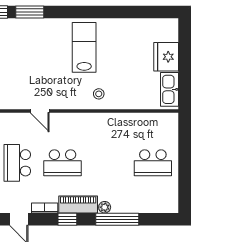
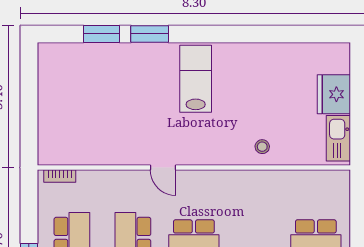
lab bench: (84, 47) -> (196, 79), moved
stool: (99, 94) -> (262, 147), moved

